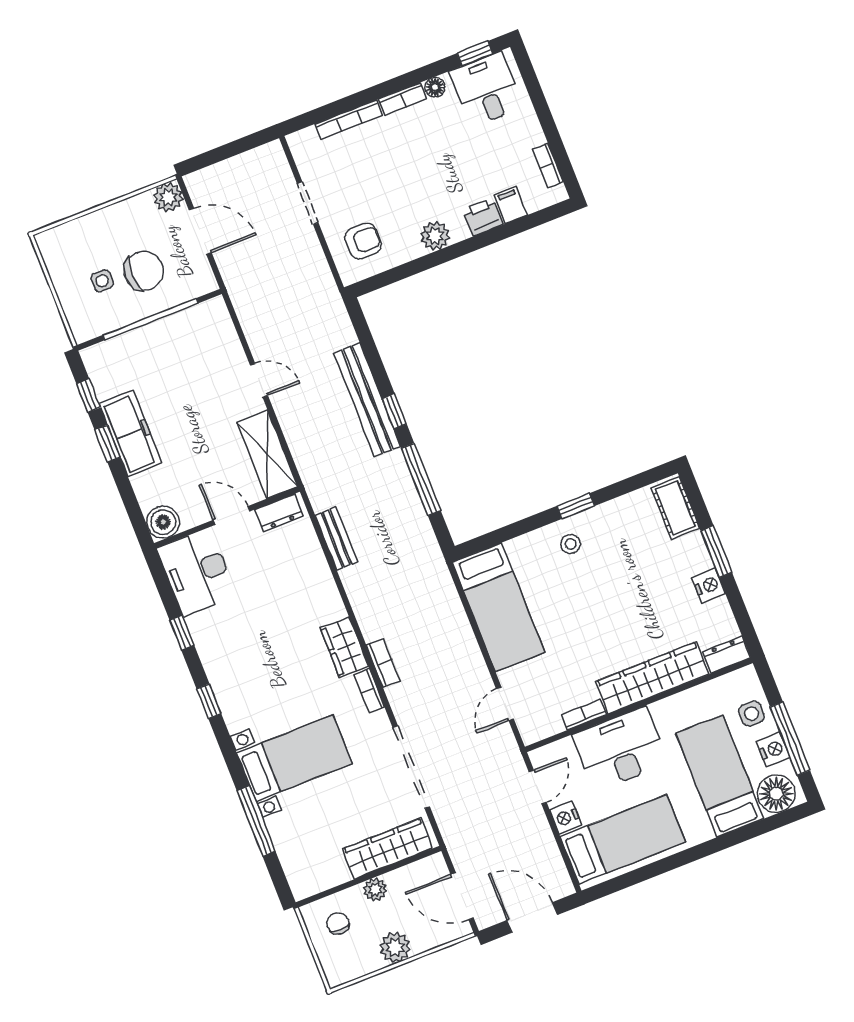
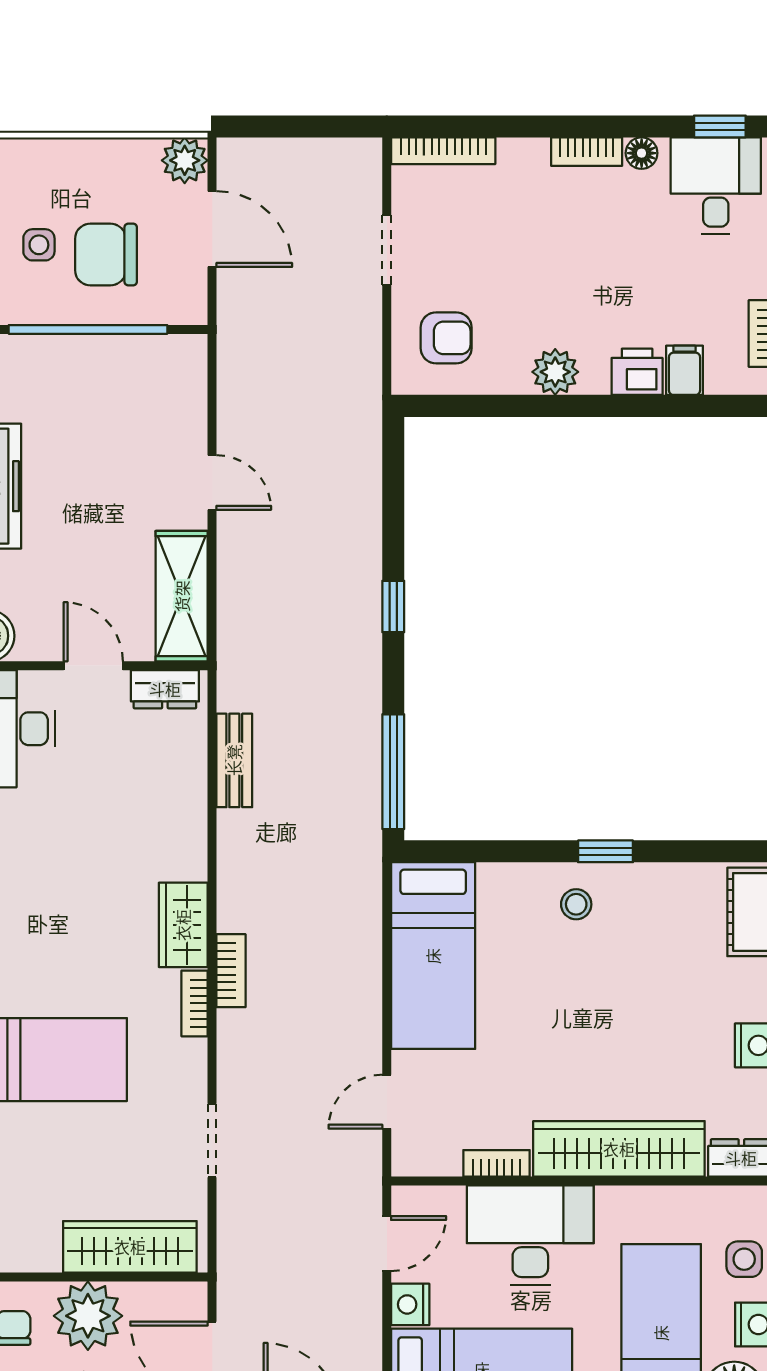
bookcase: (349, 120) -> (443, 151), moved
chair: (144, 271) -> (106, 255), turned 180
bench: (367, 400) -> (360, 574), removed
window: (421, 479) -> (393, 772), moved
doorway: (411, 767) -> (212, 1141), width x0.53
plant: (375, 889) -> (88, 1316), width x1.88, depth x1.88

